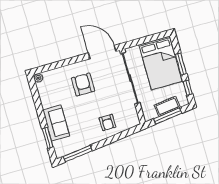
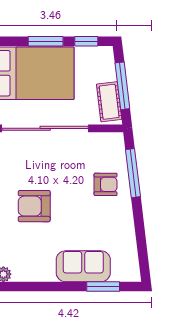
cot: (167, 106) -> (109, 102), moved
window: (78, 154) -> (133, 173), moved

